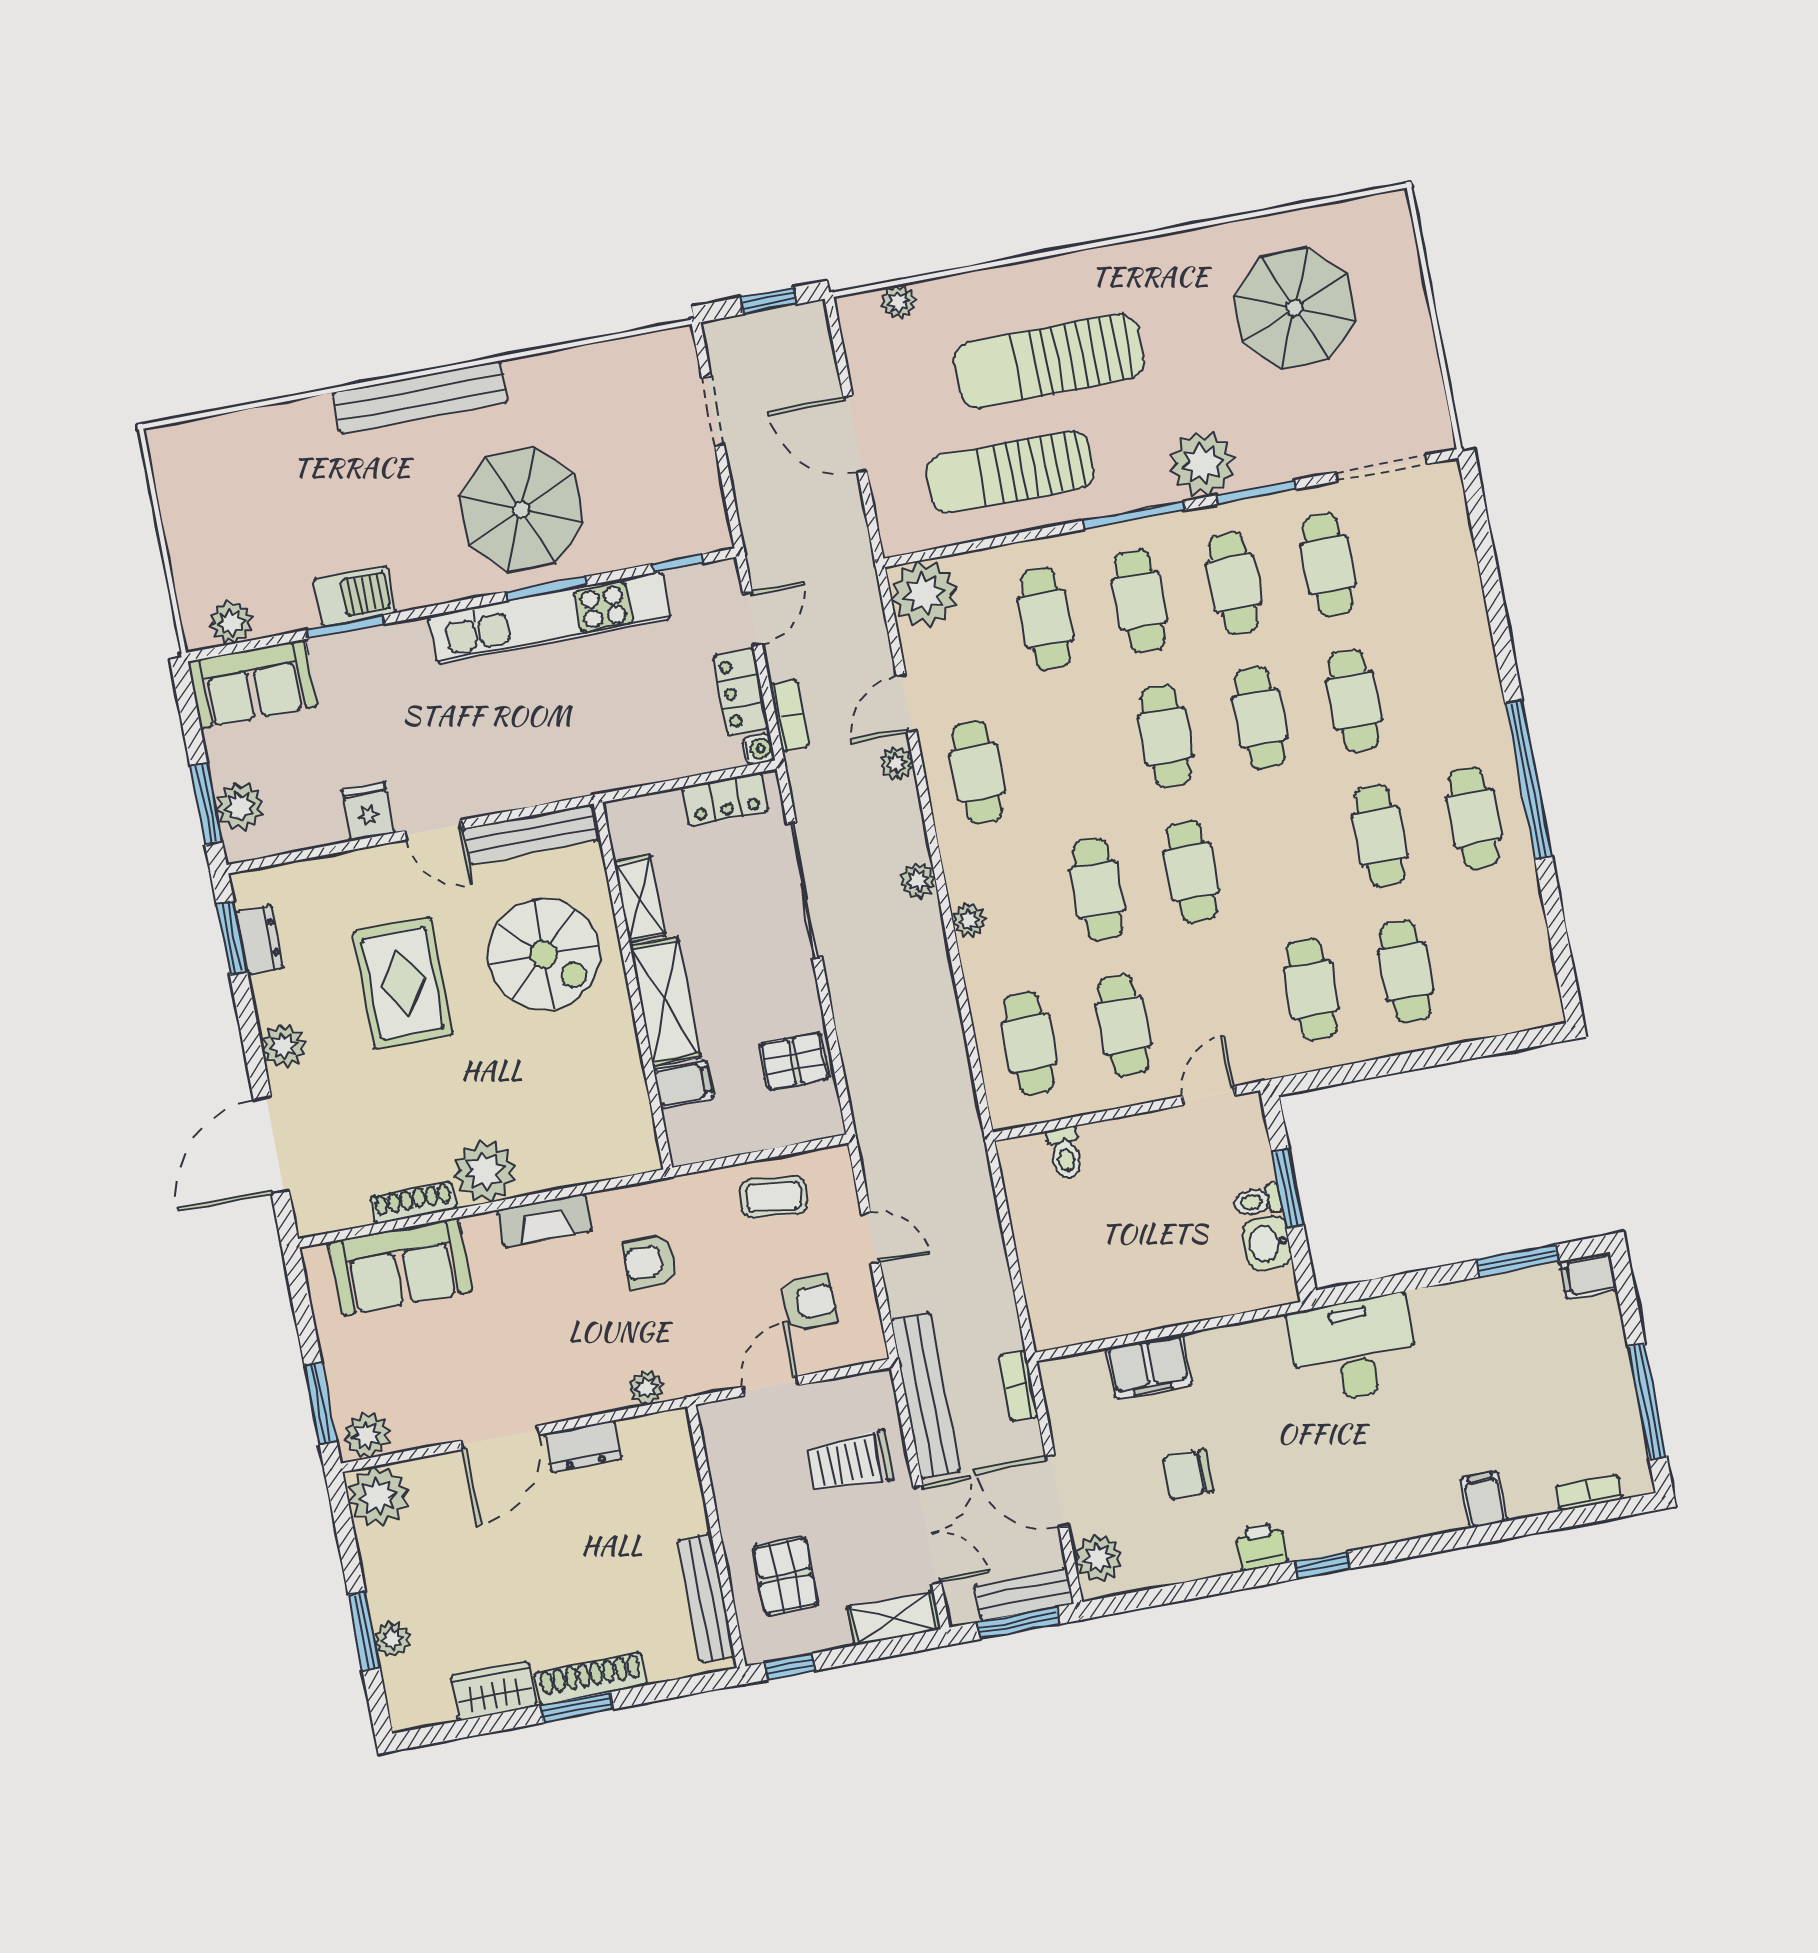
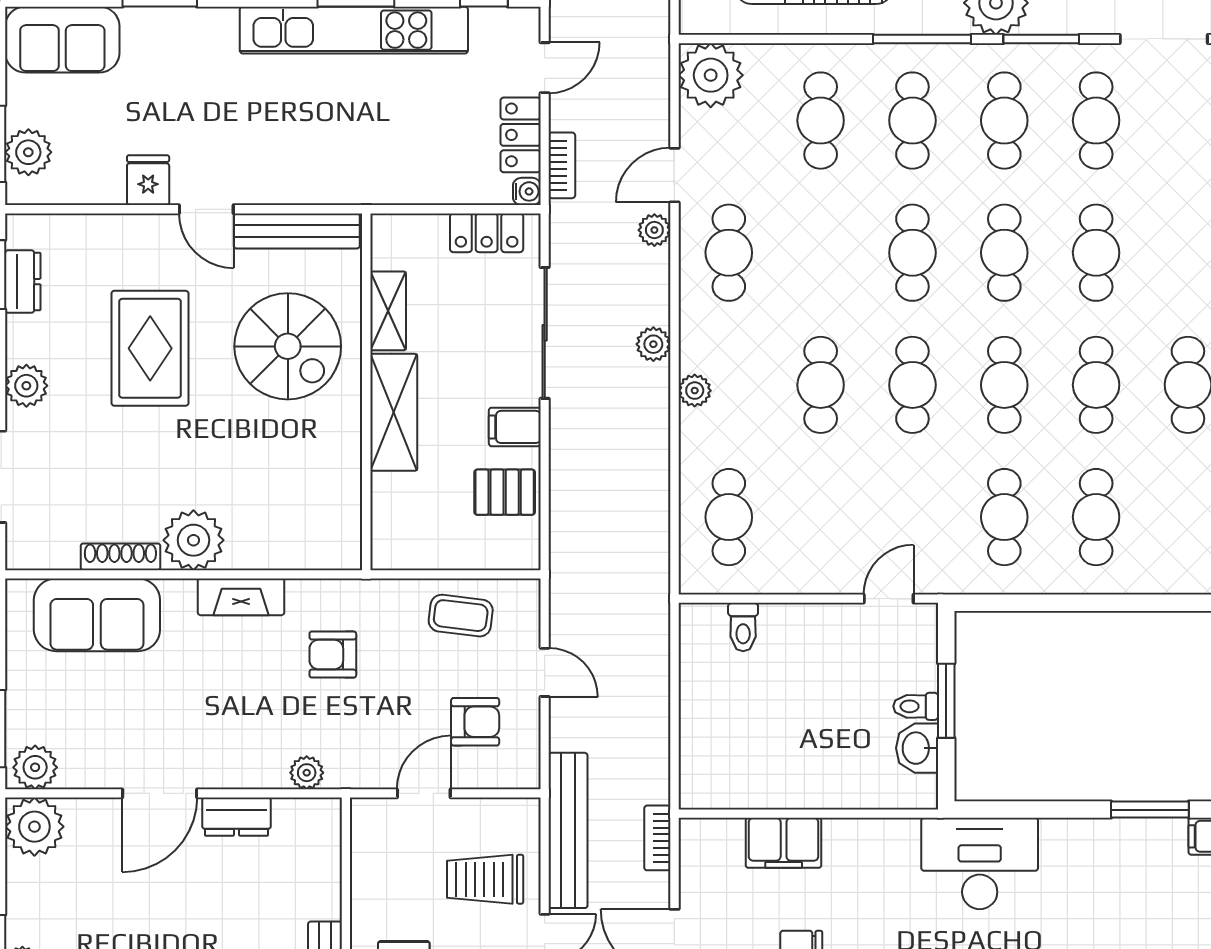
cafe table: (1123, 1025) -> (1004, 385), moved
filing cabinet: (683, 1084) -> (515, 427), moved, turned 180

